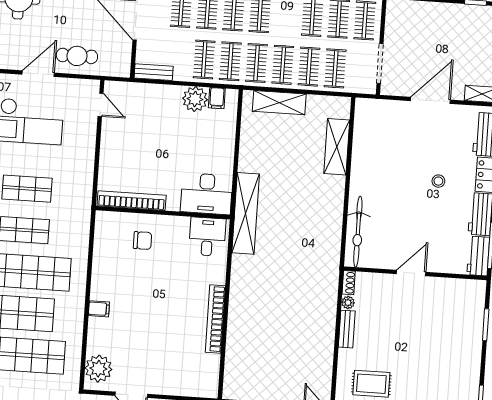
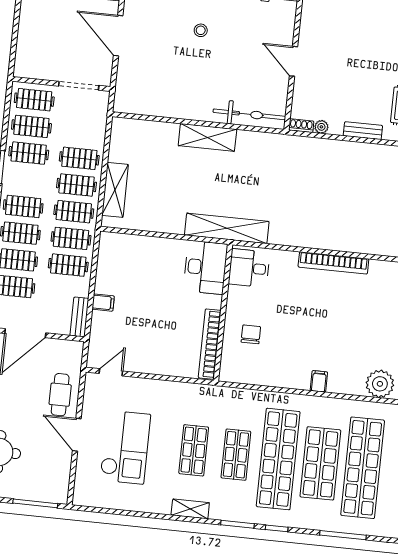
clothes rail: (335, 68) -> (82, 132), removed
filing cabinet: (217, 98) -> (103, 303), moved
plant: (195, 99) -> (108, 276), removed
shelving: (337, 147) -> (207, 137), moved
bench: (347, 329) -> (363, 131), moved

